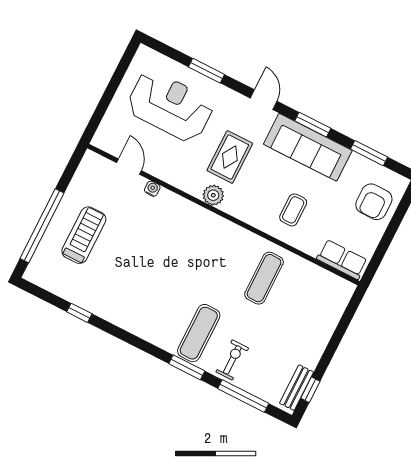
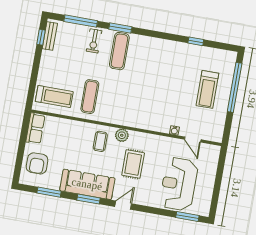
window: (207, 71) -> (187, 217), moved
door: (264, 100) -> (123, 205), swing flipped
reception desk: (170, 106) -> (179, 184), turned 90
plant: (213, 195) -> (122, 135), moved
armchair: (374, 202) -> (37, 163), turned 180
coffee table: (293, 210) -> (100, 141), moved
row of seats: (342, 260) -> (35, 128), moved, turned -90
treadmill: (318, 294) -> (54, 97), added

